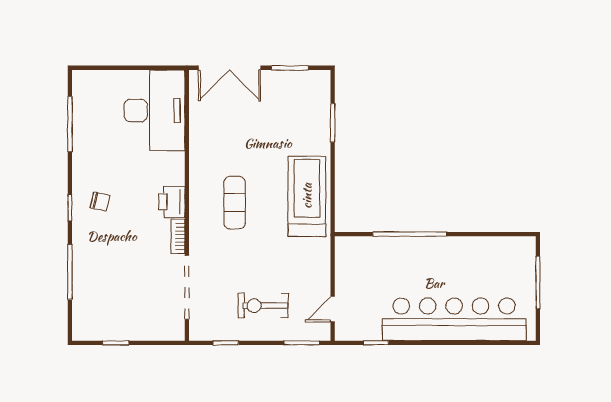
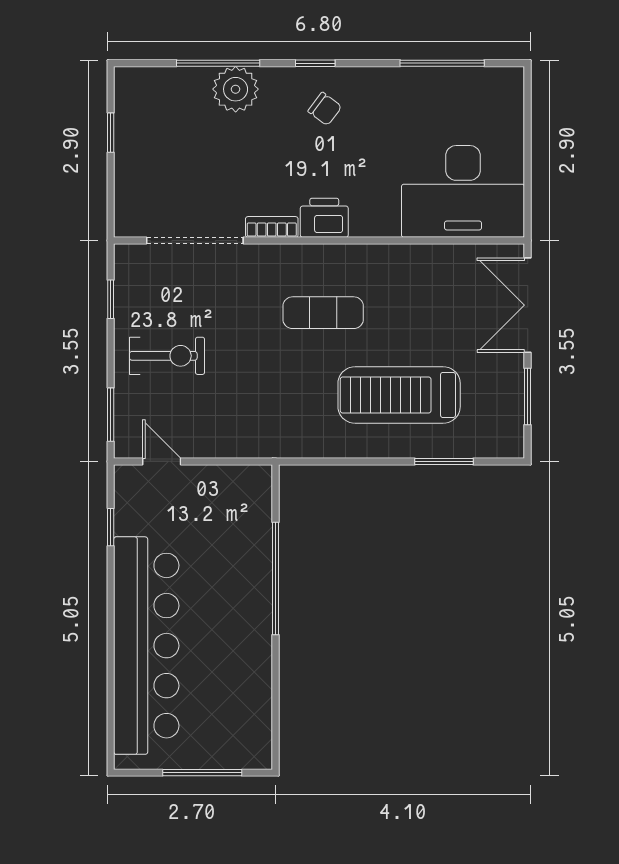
treadmill: (307, 196) -> (399, 395), moved, turned 180
chair: (100, 202) -> (325, 109), turned -66
plant: (87, 260) -> (236, 89), added
exercise bike: (263, 306) -> (167, 356), turned 90

